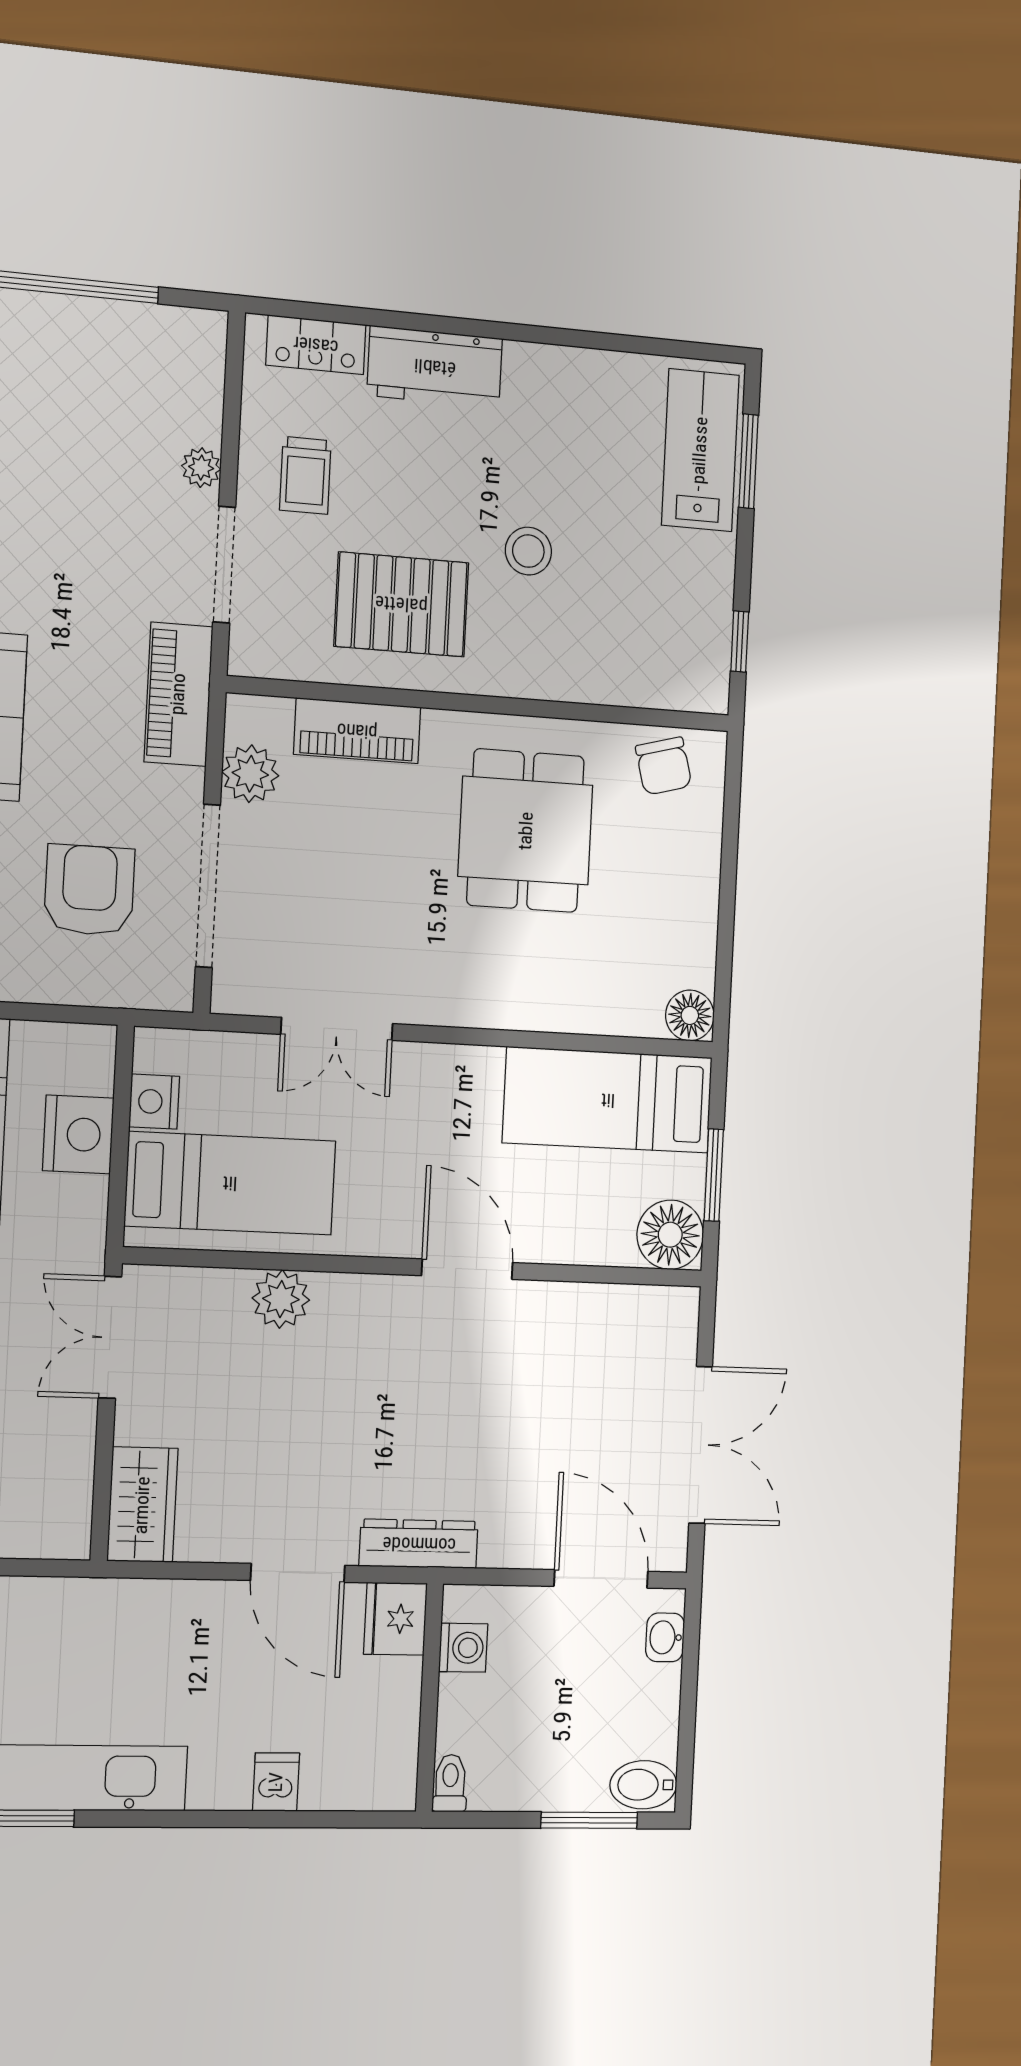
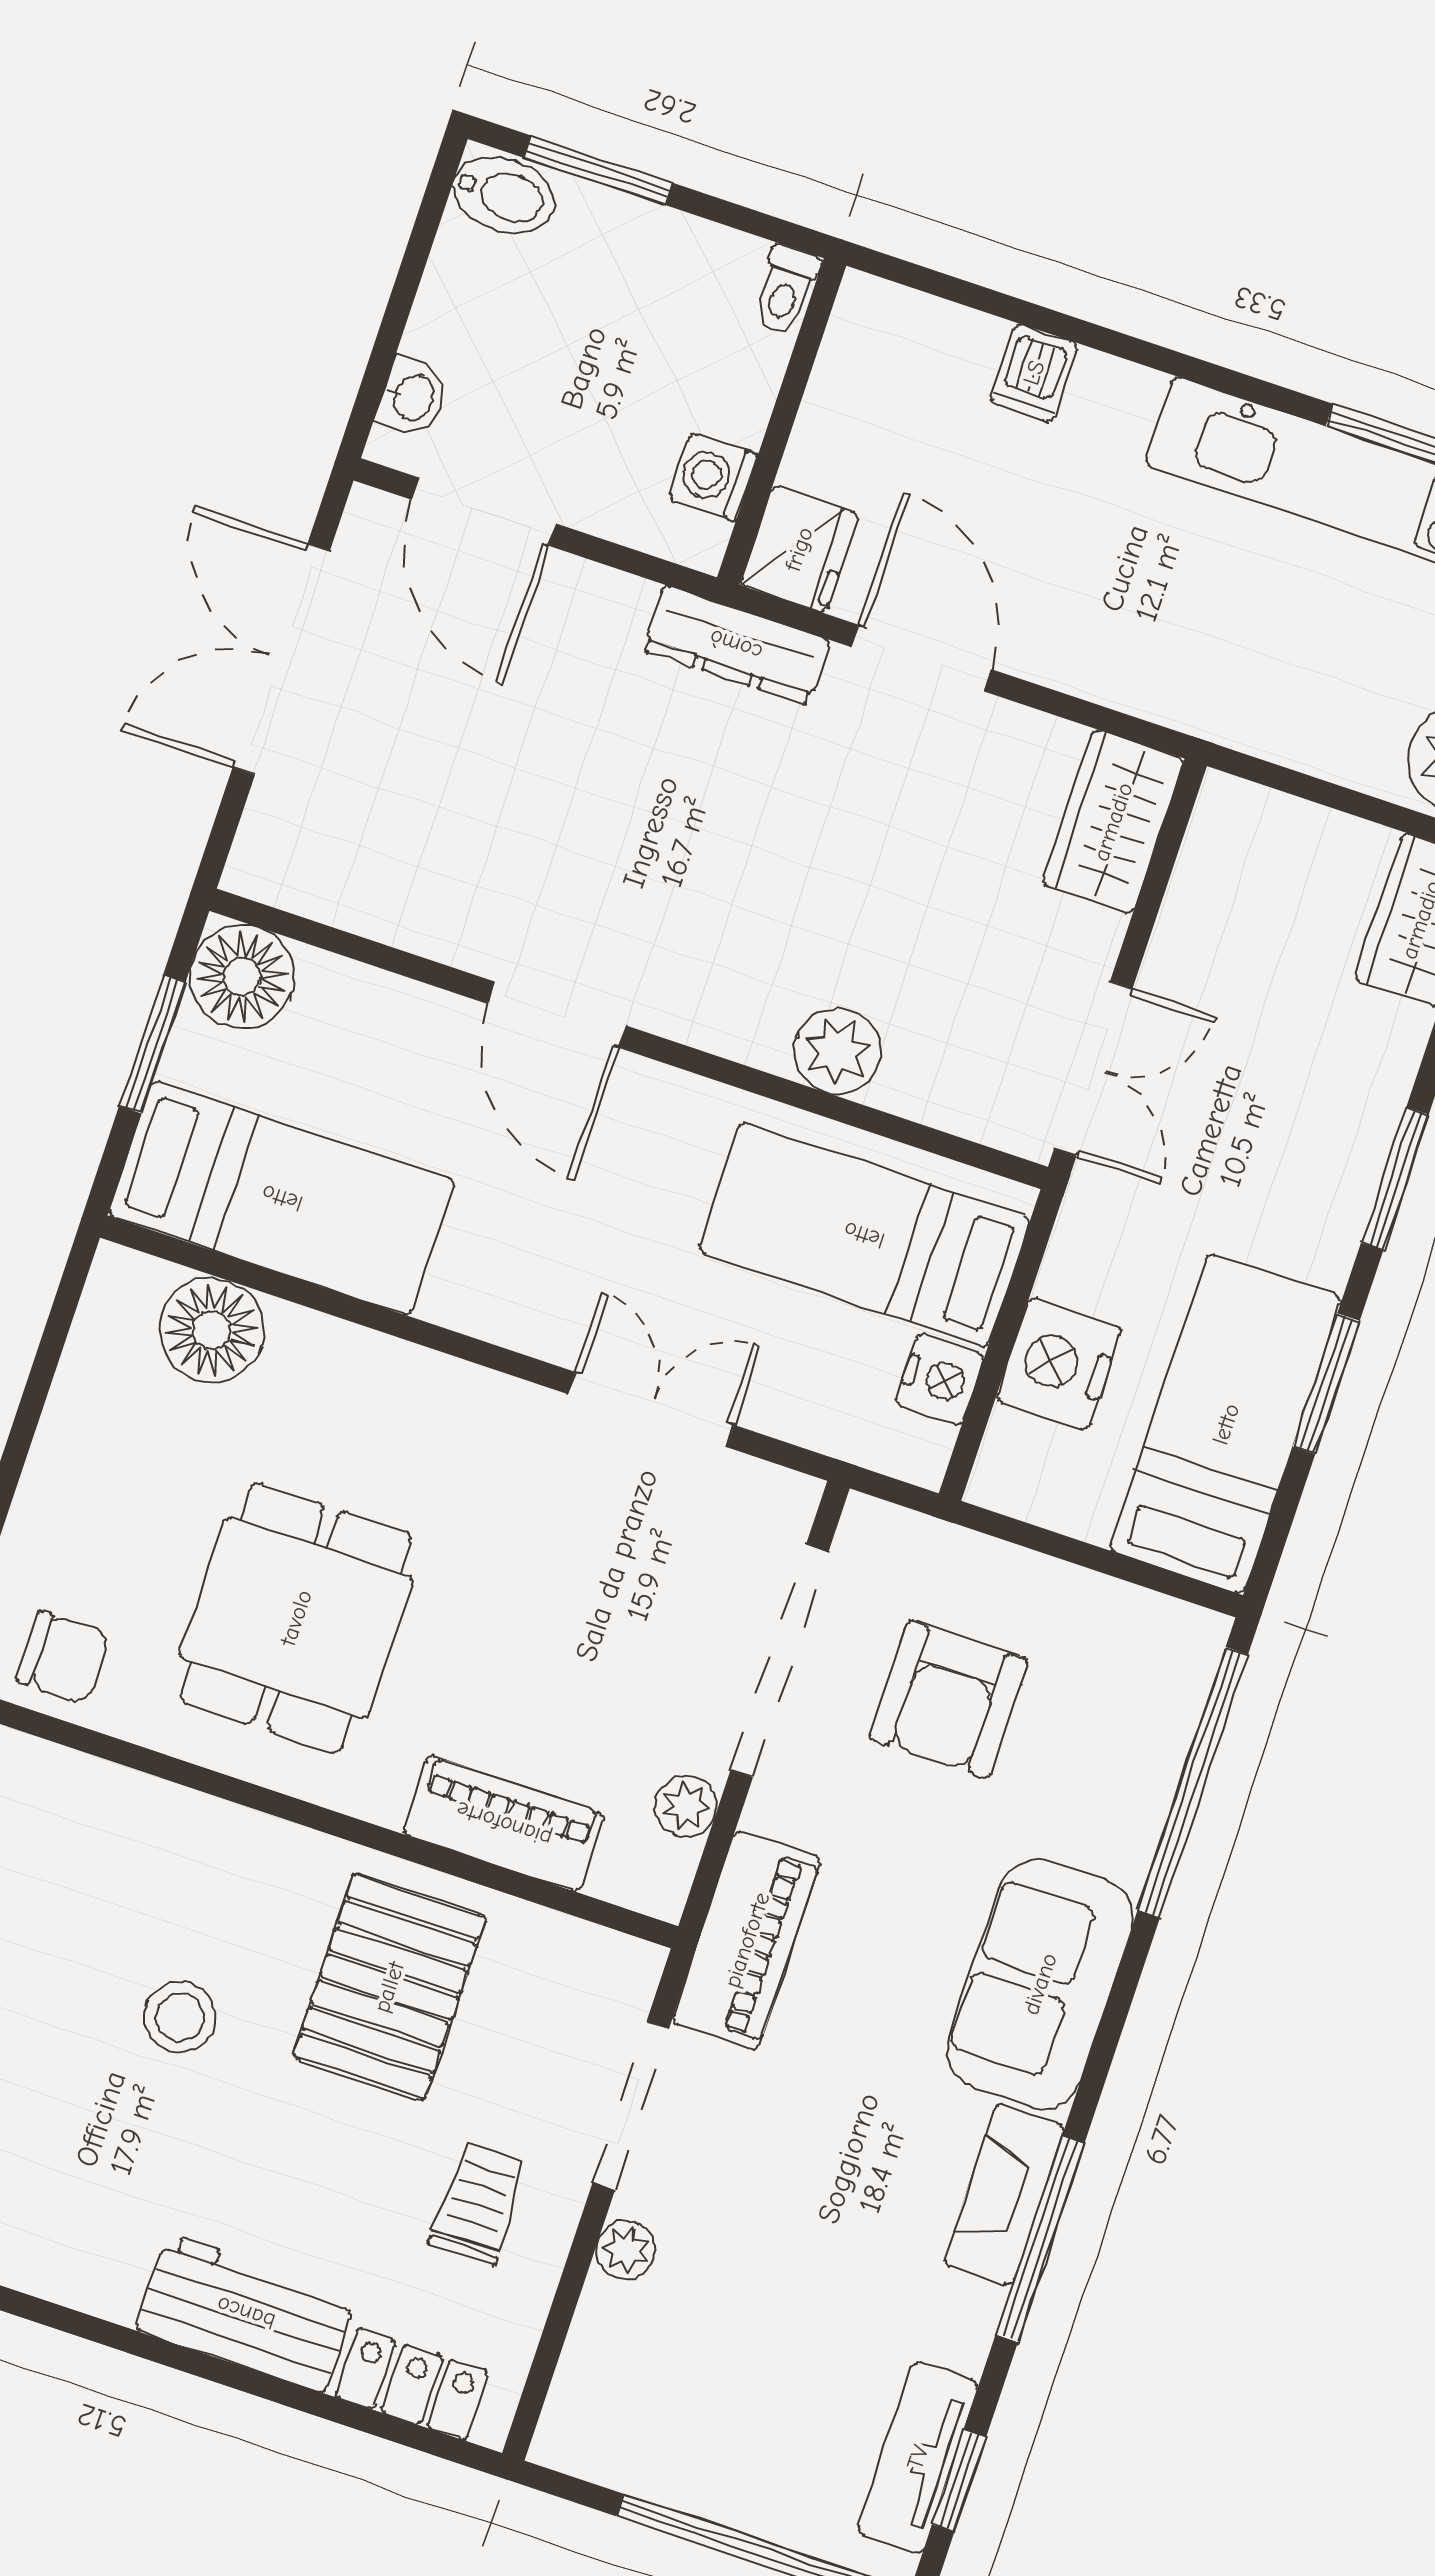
pallet: (401, 604) -> (389, 1987), turned 90
chair: (664, 766) -> (63, 1657), turned 105
plant: (250, 774) -> (686, 1806), width x0.73, depth x0.73
floor lamp: (690, 1015) -> (212, 1330), moved, width x1.38, depth x1.38

